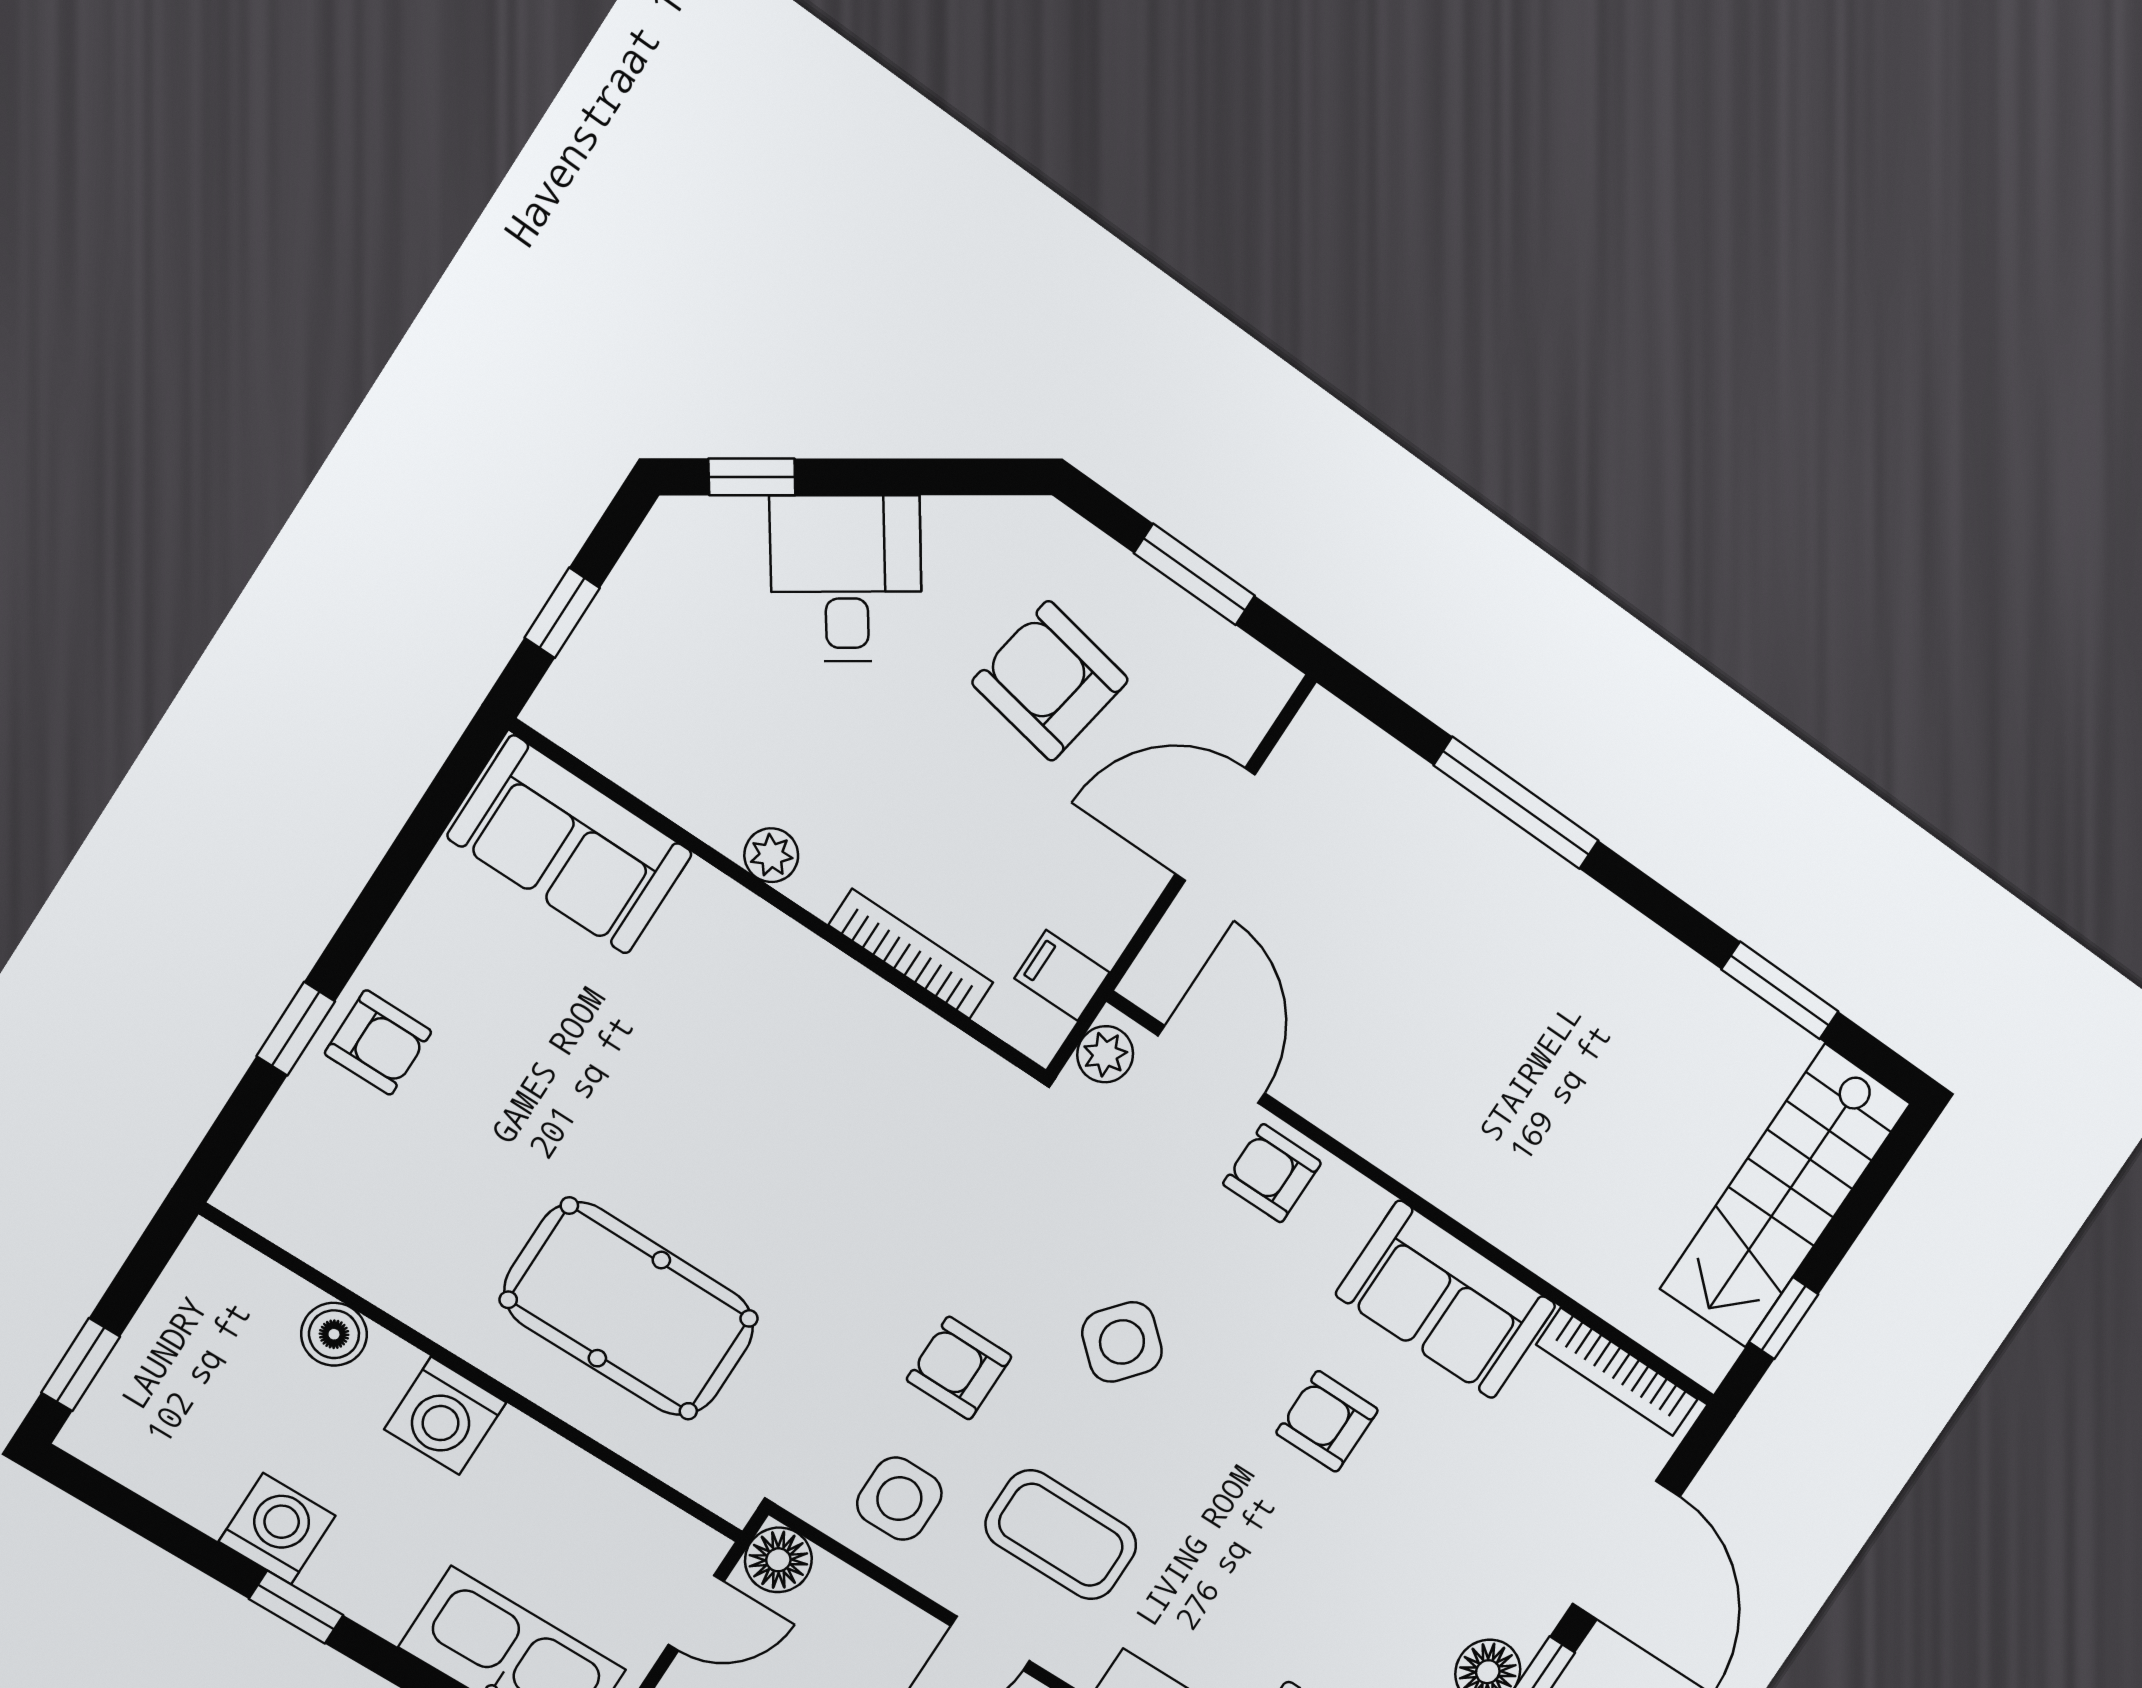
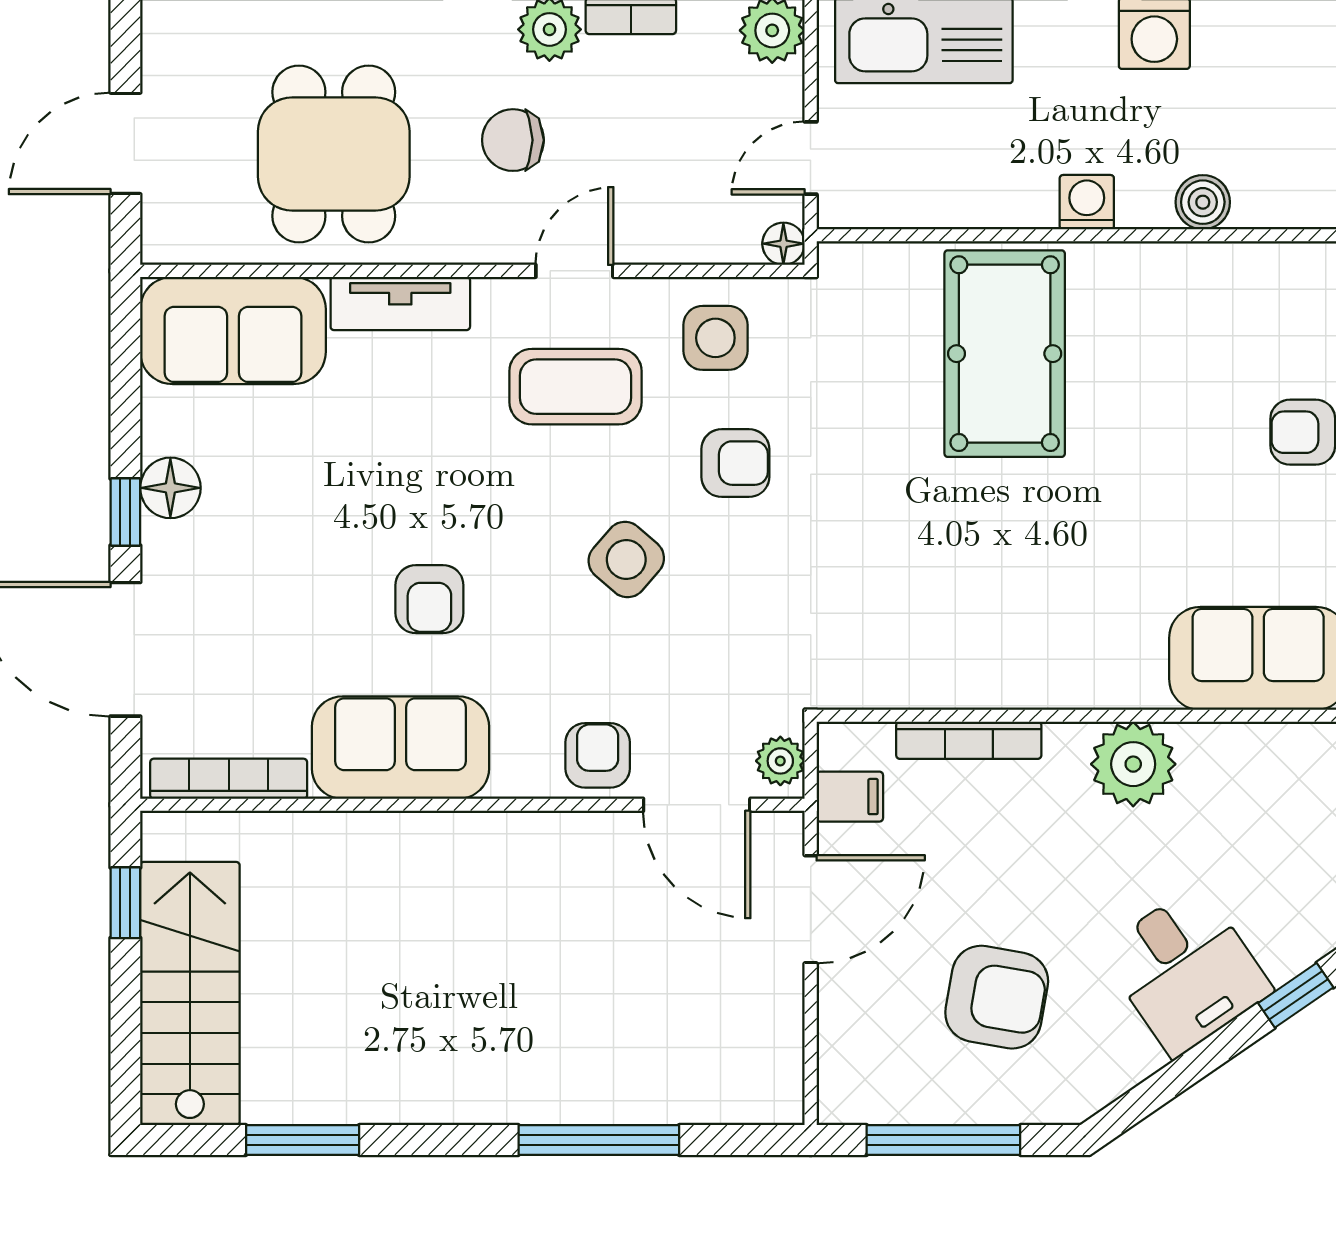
window: (1195, 574) -> (943, 1140), width x1.44
door: (1215, 824) -> (811, 909), moved
plant: (771, 855) -> (1133, 764), width x1.88, depth x1.88
armchair: (1272, 1173) -> (598, 755), turned -90
pool table: (629, 1309) -> (1005, 354), turned 90
washing machine: (445, 1416) -> (1087, 202), width x0.73, depth x0.73
armchair: (1327, 1421) -> (429, 599), turned 90
floor lamp: (778, 1560) -> (783, 244), width x0.73, depth x0.73

